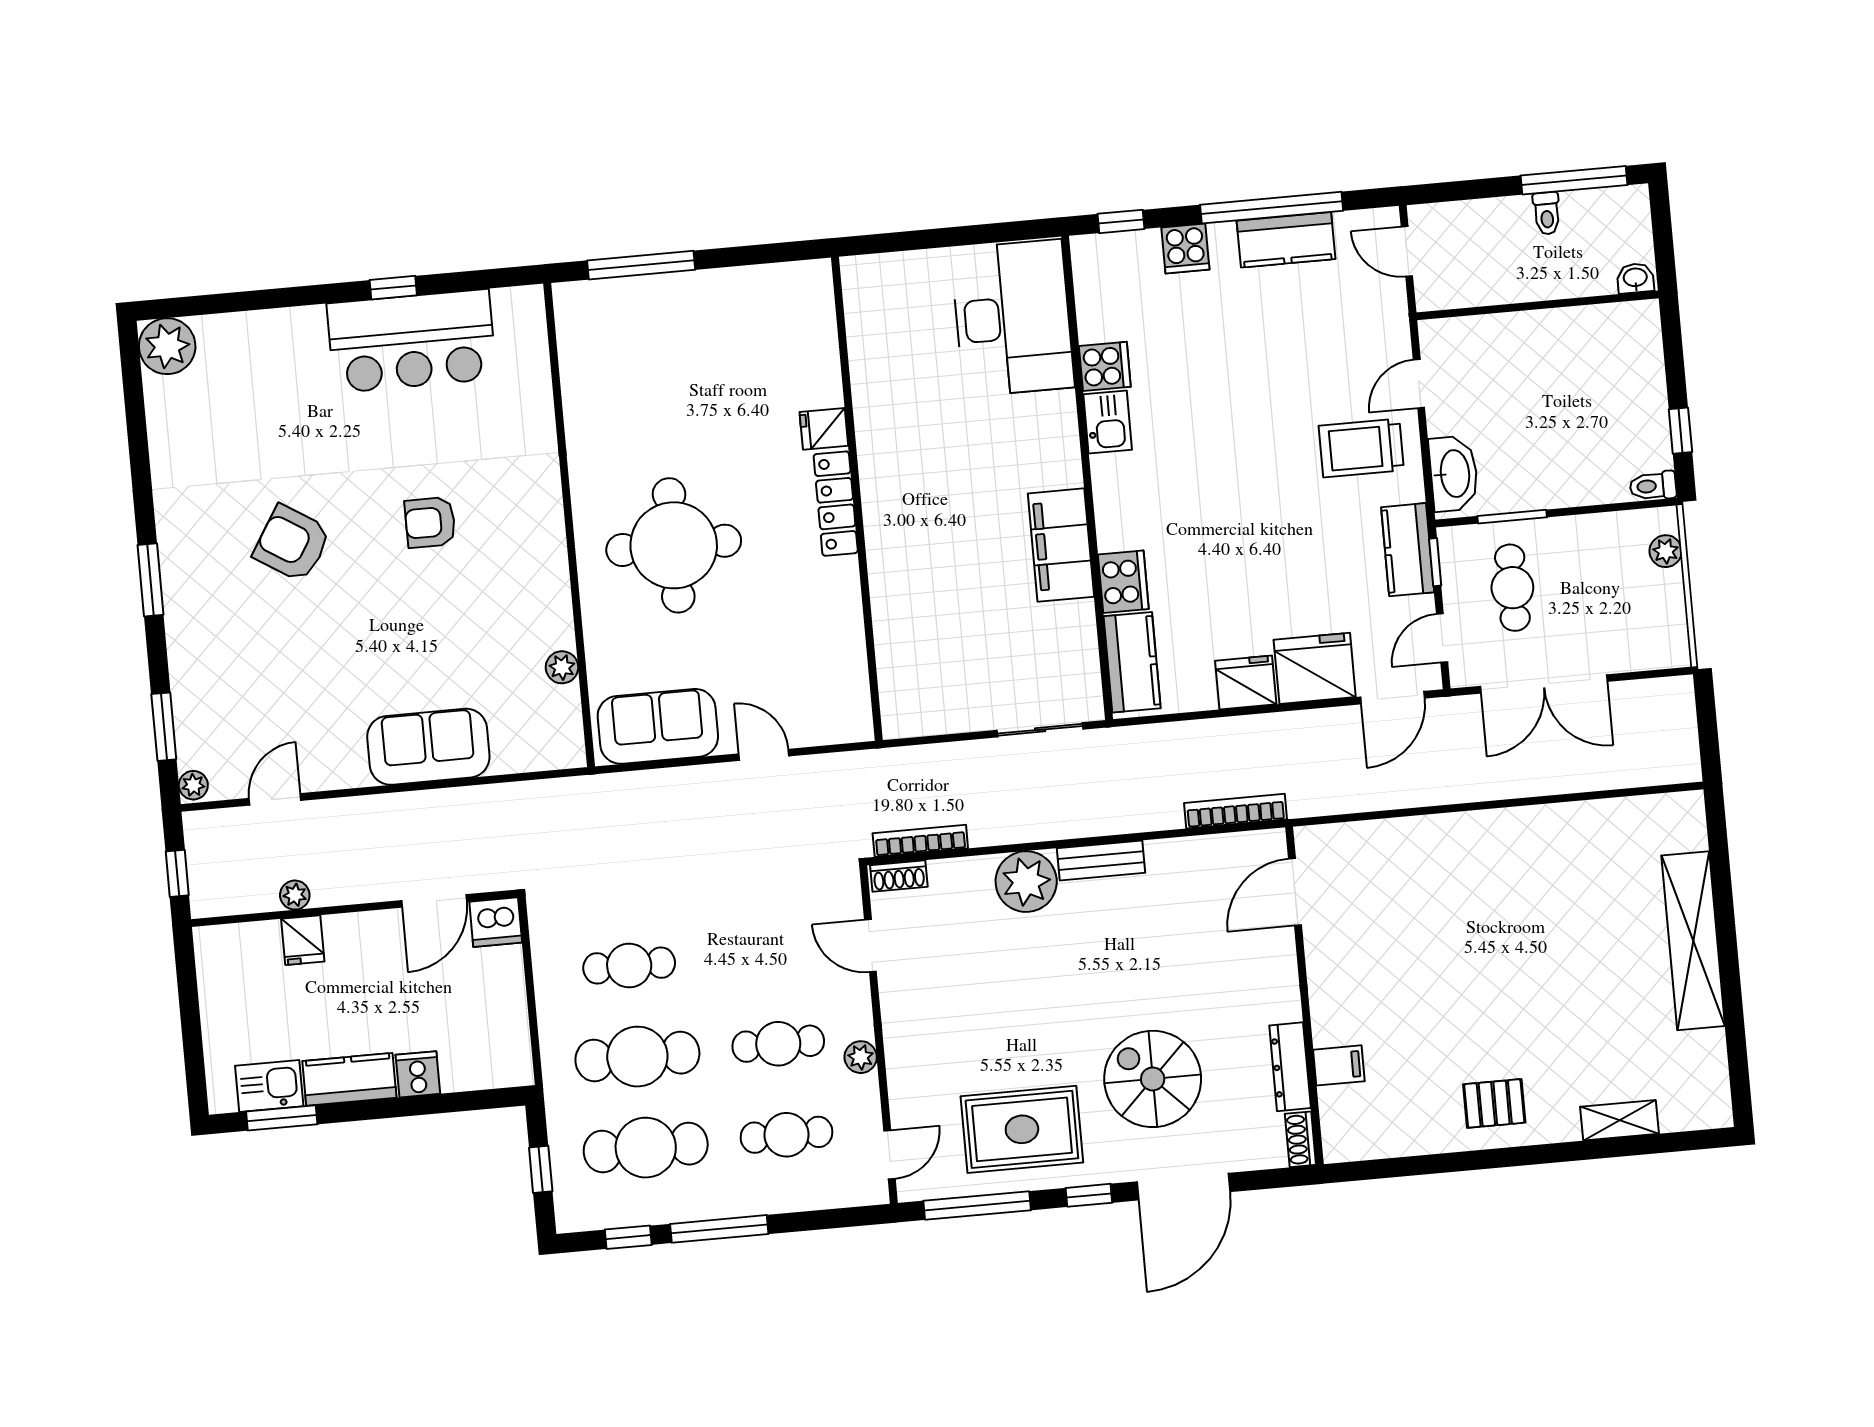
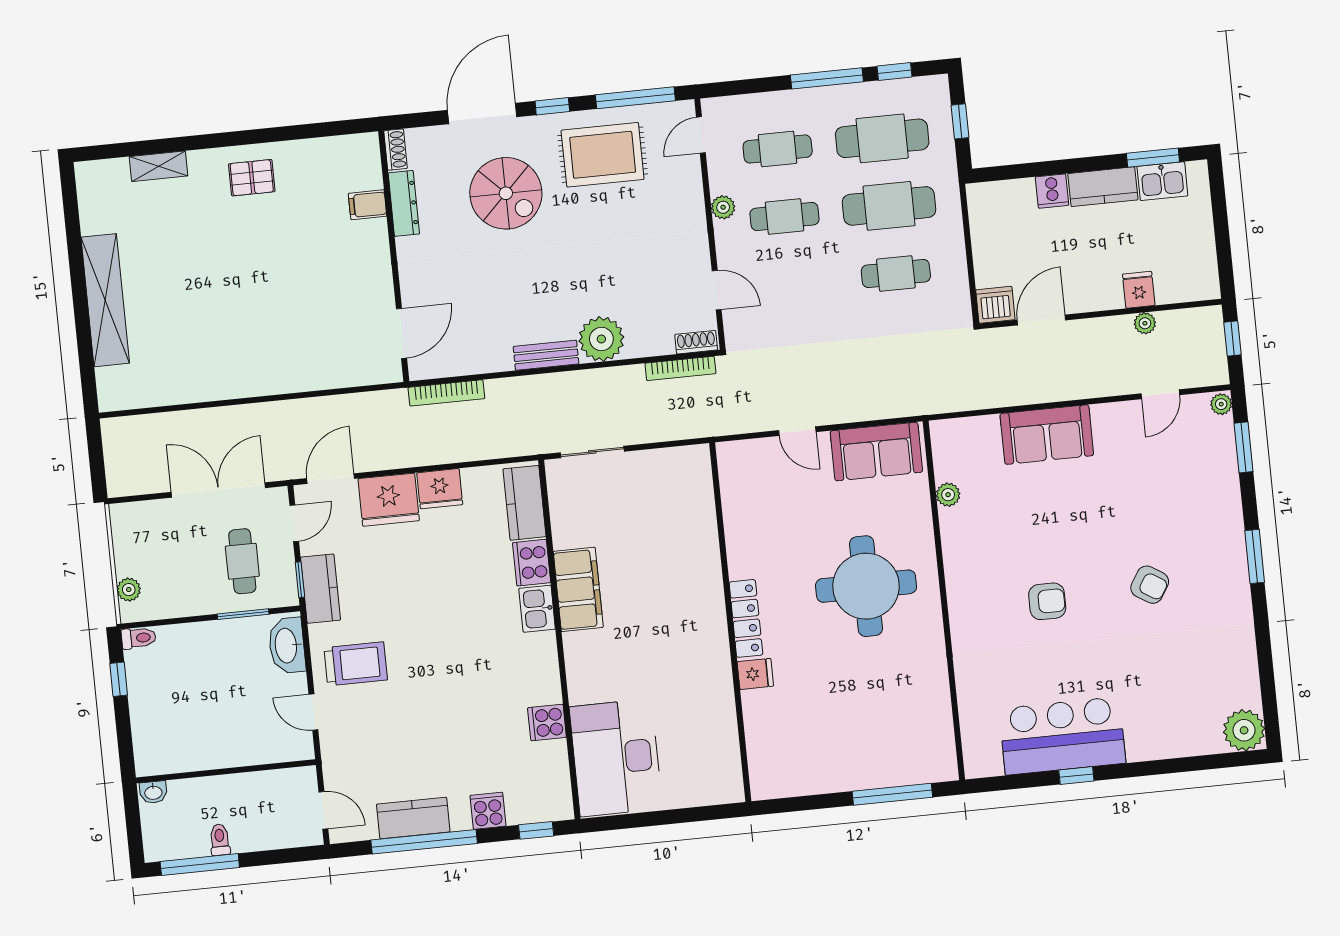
door: (1419, 384) -> (313, 712), swing flipped
kitchen sink: (1108, 422) -> (537, 609), moved
armchair: (292, 543) -> (1150, 585), width x0.72, depth x0.72

